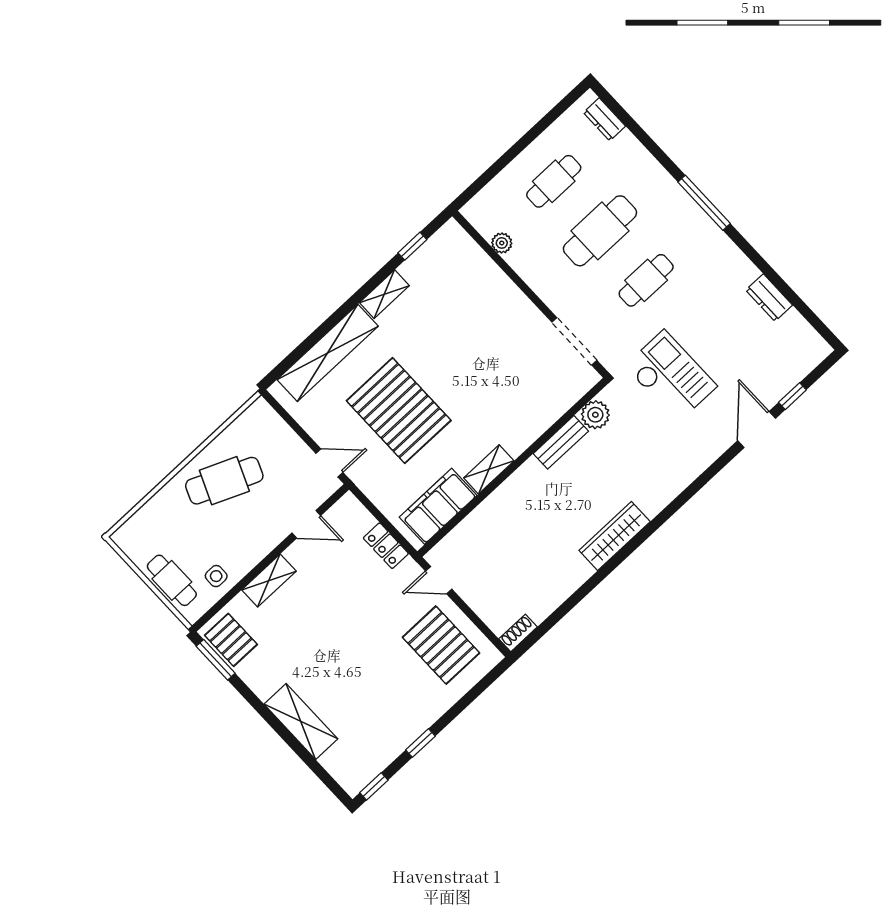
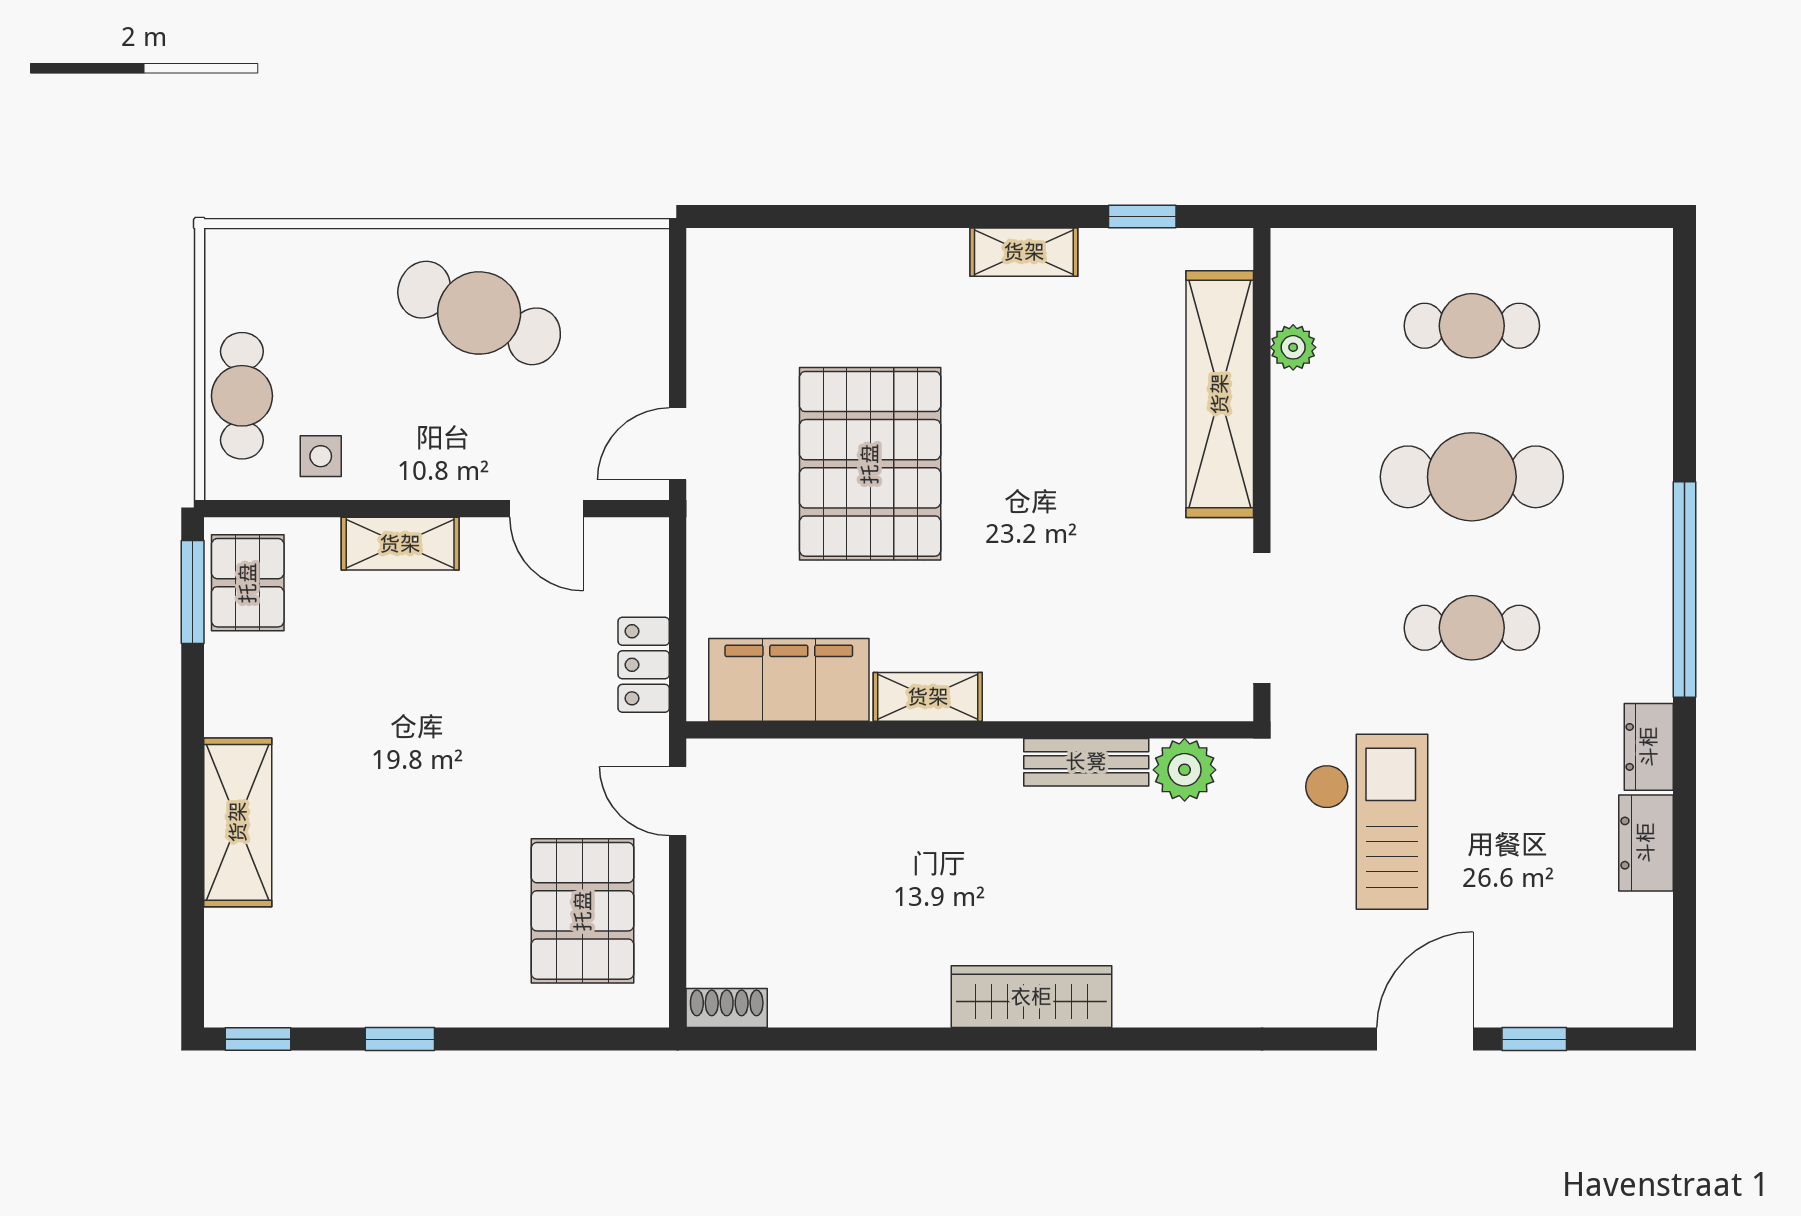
dresser: (604, 119) -> (1649, 747), moved
window: (704, 203) -> (1684, 589), width x1.46
shelving: (328, 353) -> (1220, 394), moved, turned 90
door: (329, 463) -> (678, 444), swing flipped

